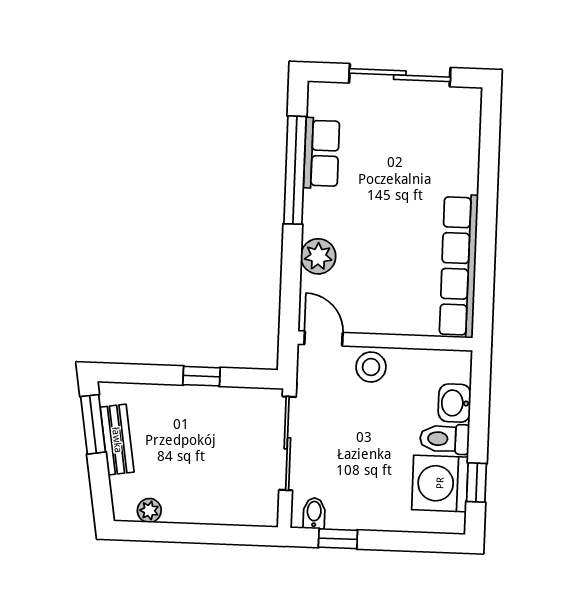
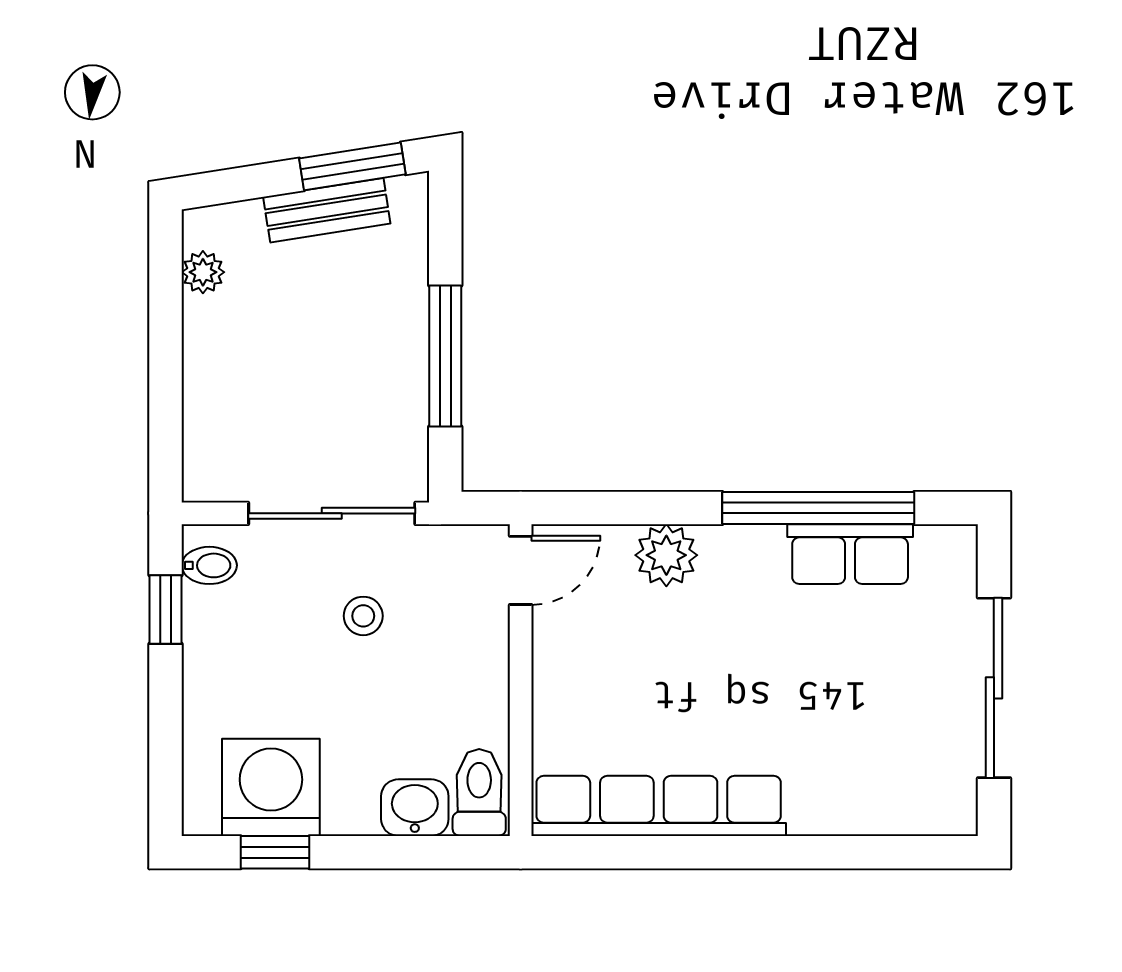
stool: (371, 367) -> (363, 616), moved, width x0.73, depth x0.73
window: (202, 376) -> (445, 356), width x2.17
toilet: (445, 439) -> (479, 792), moved

